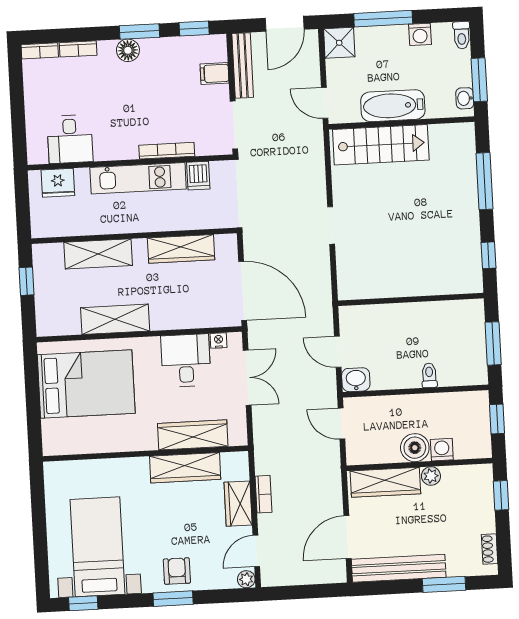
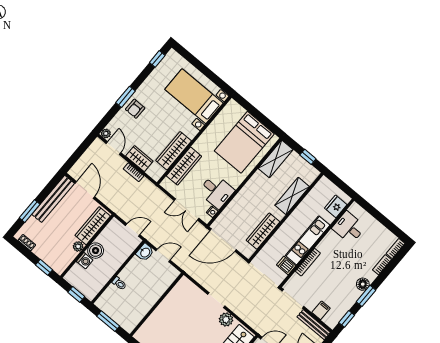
plant: (345, 188) -> (226, 320), added
shelving: (115, 319) -> (276, 159), moved
bed with nightstands: (97, 547) -> (194, 96), moved, turned 180
armchair: (177, 571) -> (135, 109), turned 90

